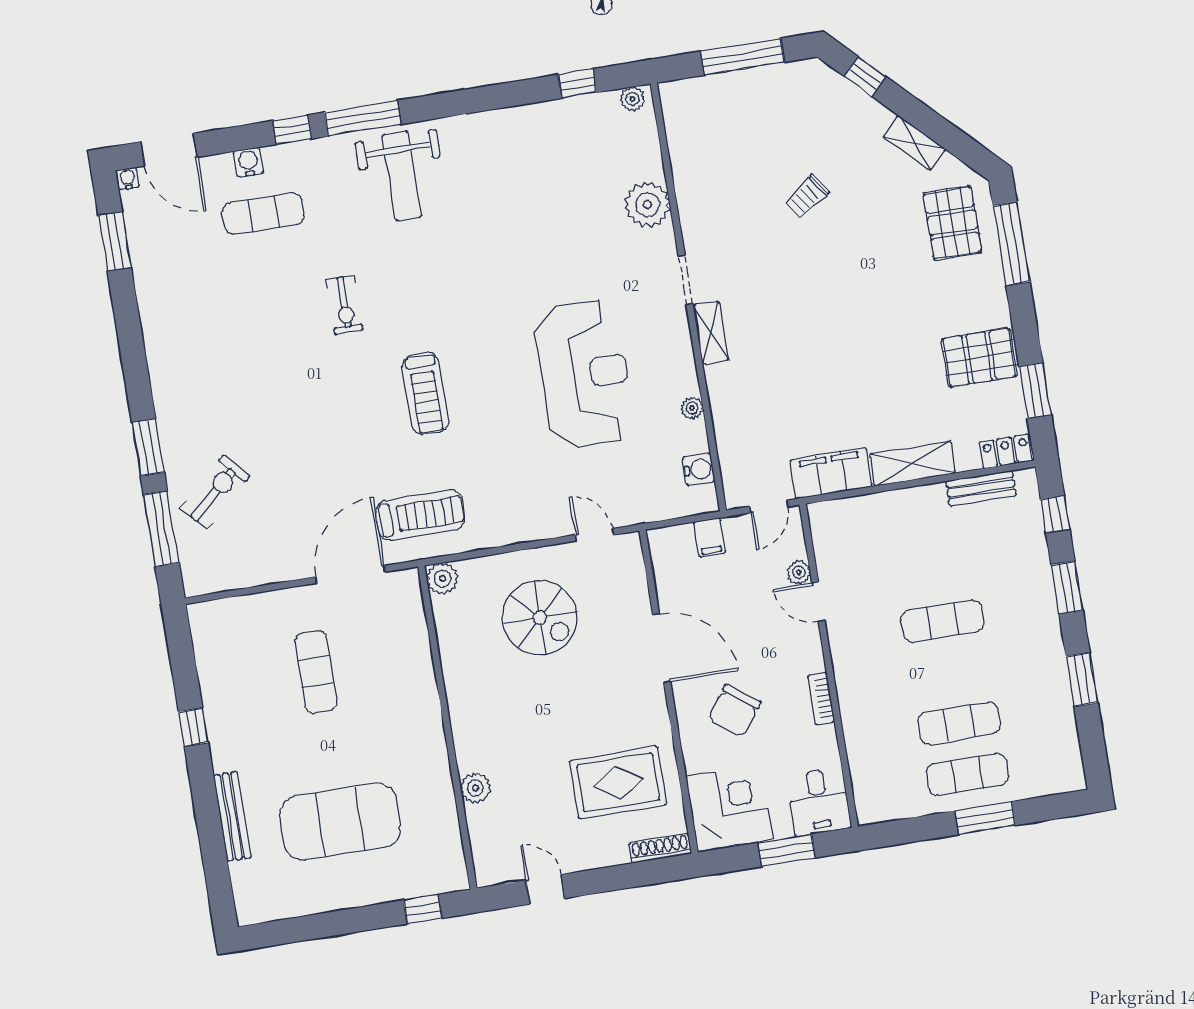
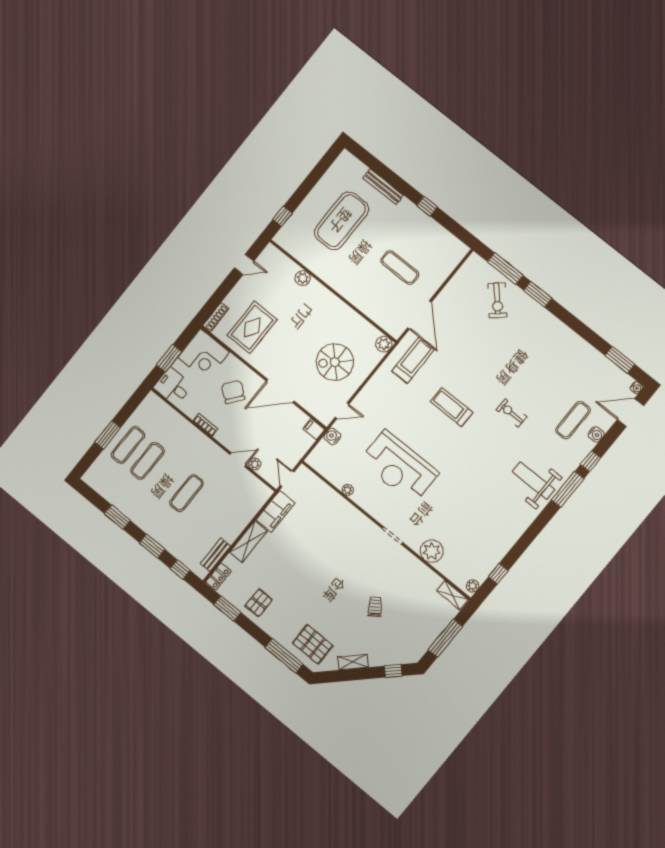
shelving: (711, 333) -> (452, 595), moved
pallet: (979, 358) -> (259, 603), width x0.67, depth x0.71
water cooler: (699, 469) -> (332, 436), moved, turned 90
treadmill: (420, 515) -> (413, 360), turned 180
filing cabinet: (709, 538) -> (314, 429), moved

